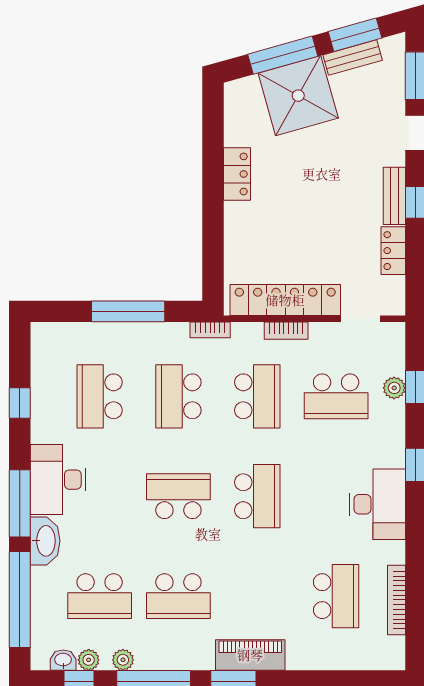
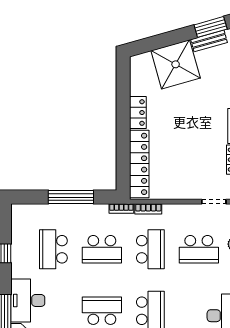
window: (283, 55) -> (166, 39), removed
locker: (285, 300) -> (139, 164), moved, turned 90
bookcase: (286, 331) -> (148, 209), moved
school desk: (178, 396) -> (102, 249), turned -90

